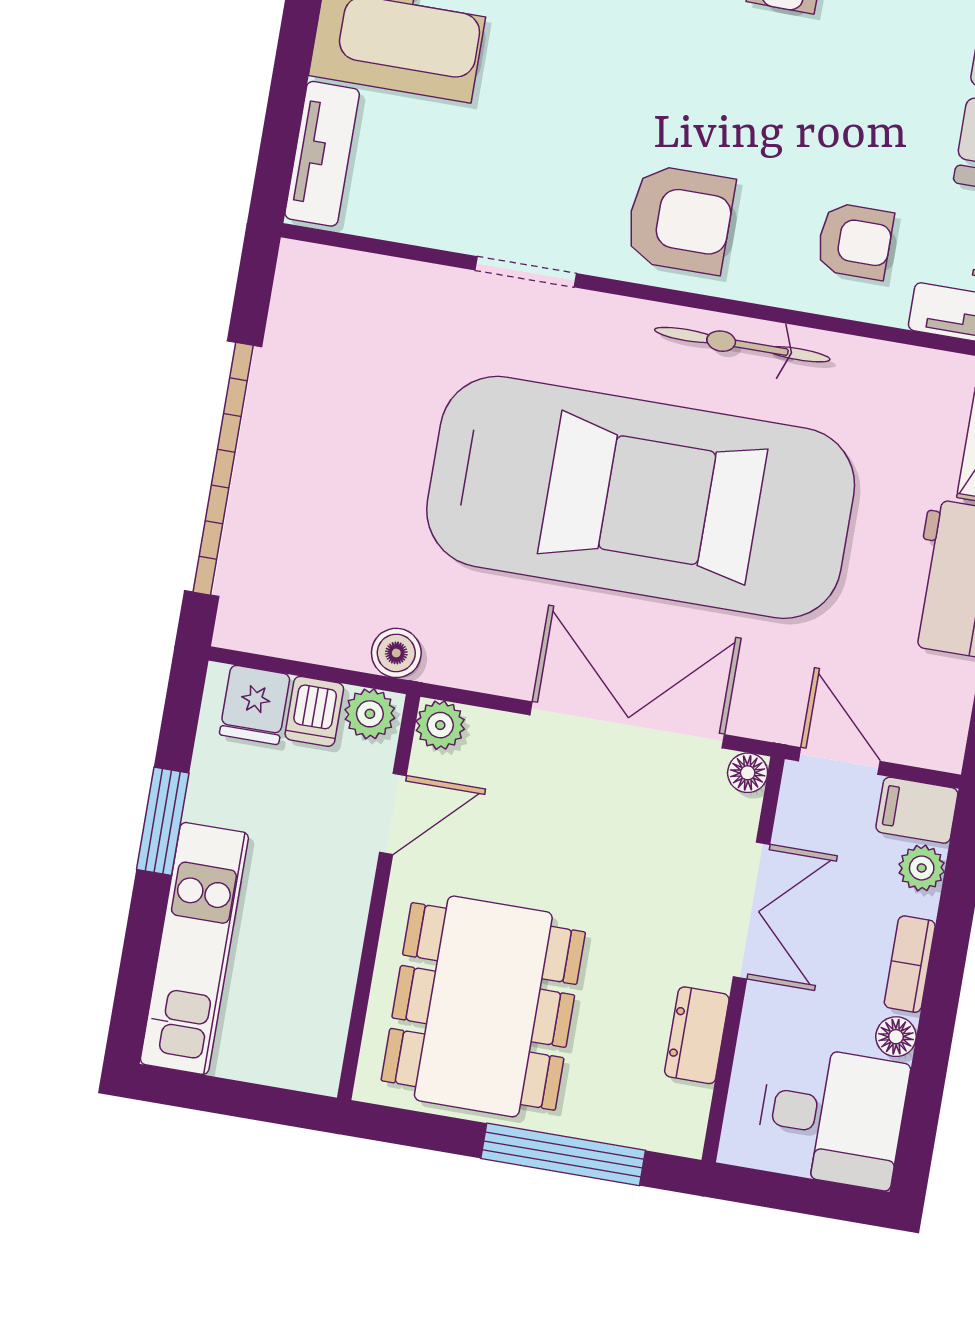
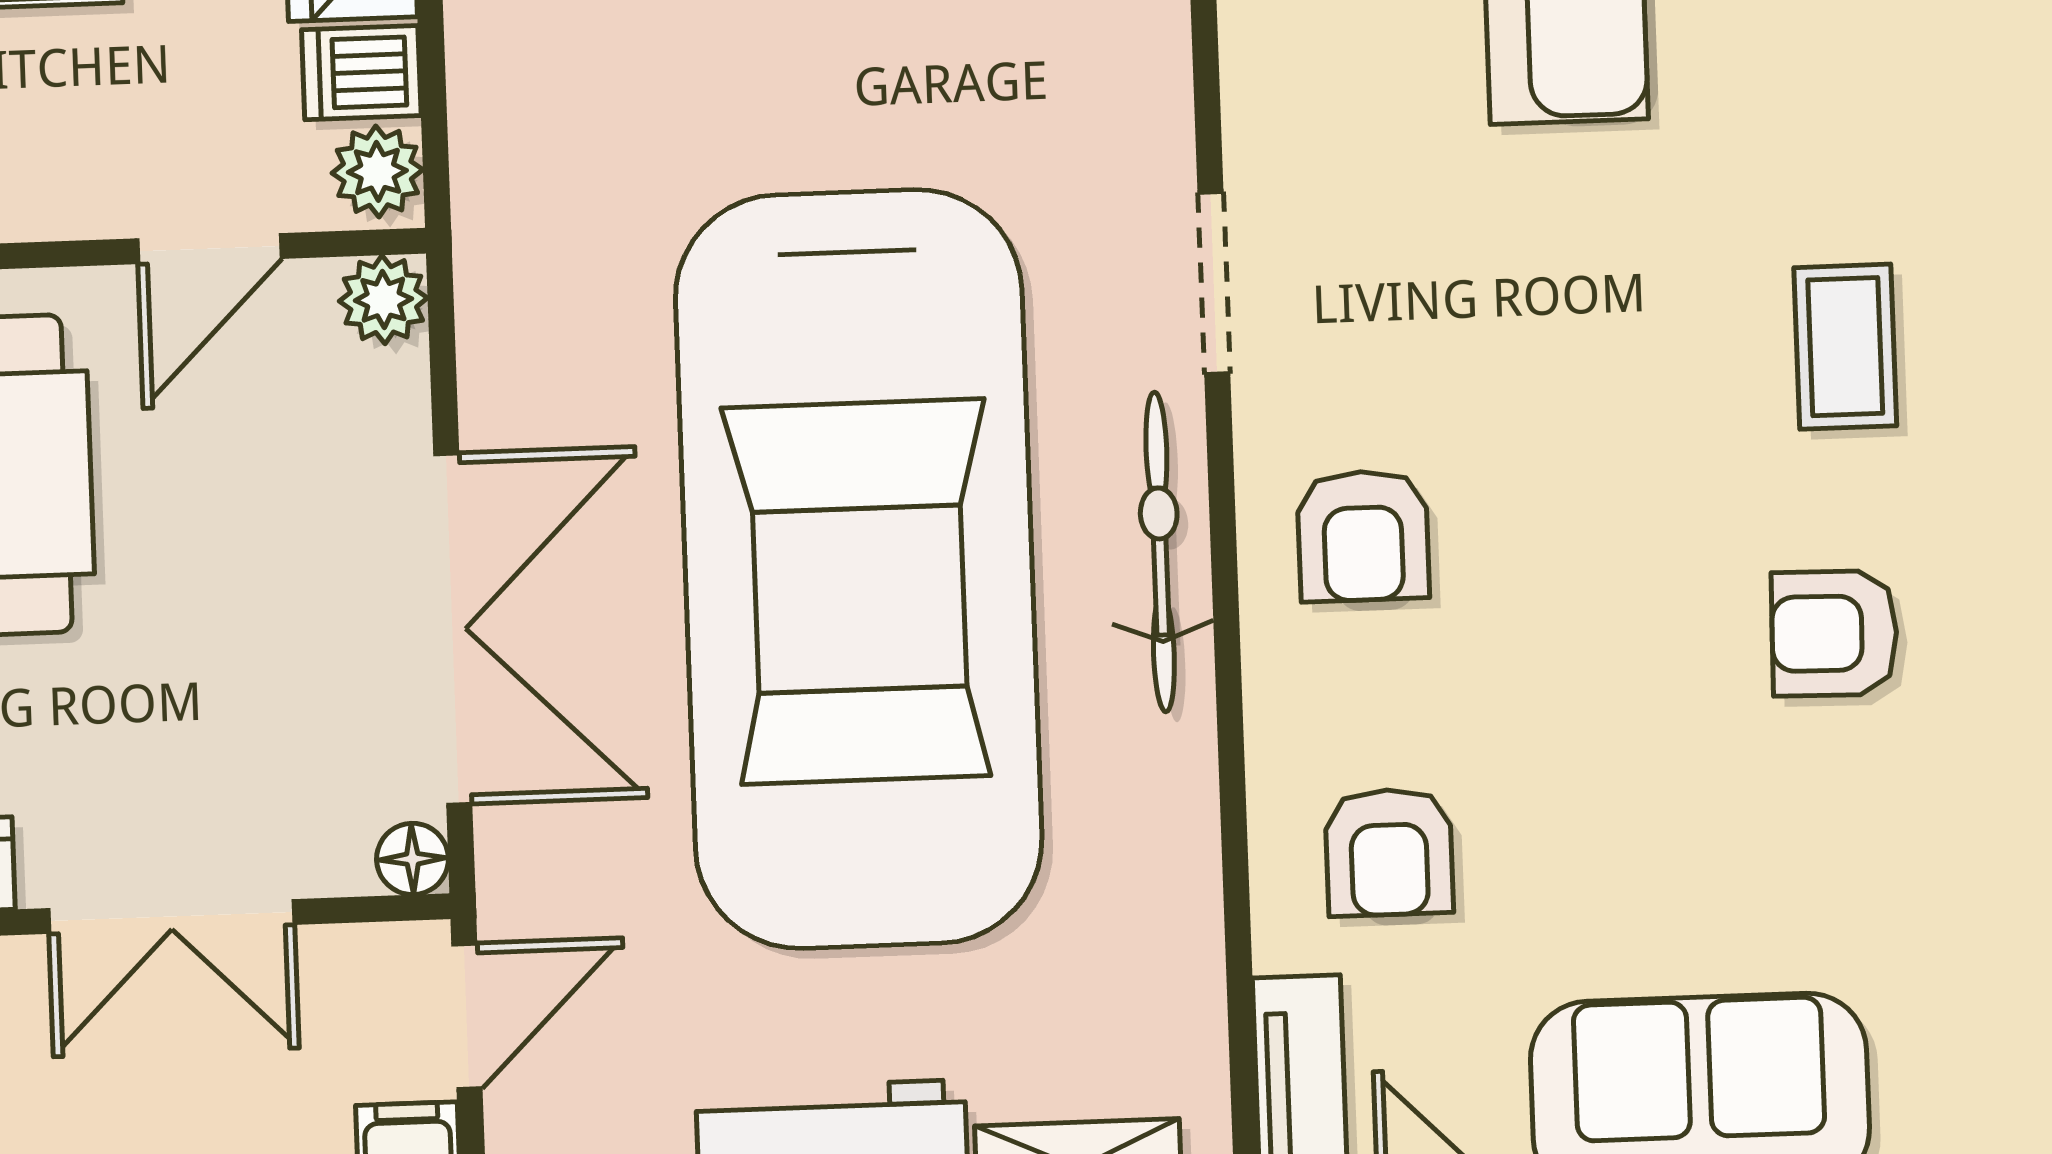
armchair: (680, 219) -> (1363, 536), width x0.72, depth x0.72
bicycle: (742, 345) -> (1160, 552), moved
boiler: (396, 653) -> (494, 196), removed
door: (393, 814) -> (209, 249), hinge flipped

